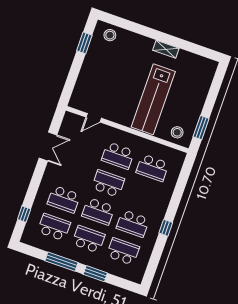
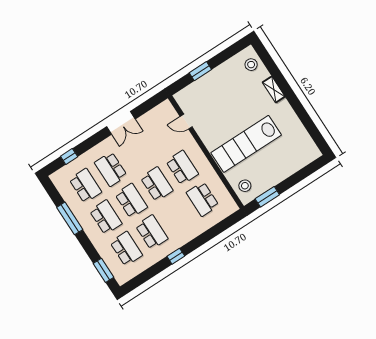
window: (84, 43) -> (200, 71), moved
shelving: (166, 49) -> (274, 90), moved
double door: (48, 146) -> (121, 123), moved
school desk: (118, 156) -> (182, 168), turned 180
school desk: (98, 211) -> (131, 201), turned 180
school desk: (133, 224) -> (152, 232), turned 180
window: (95, 274) -> (104, 270), moved

